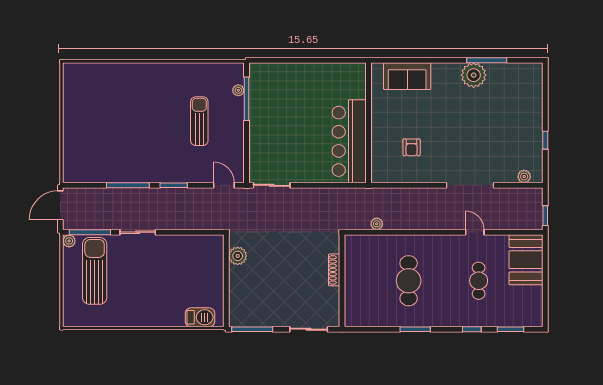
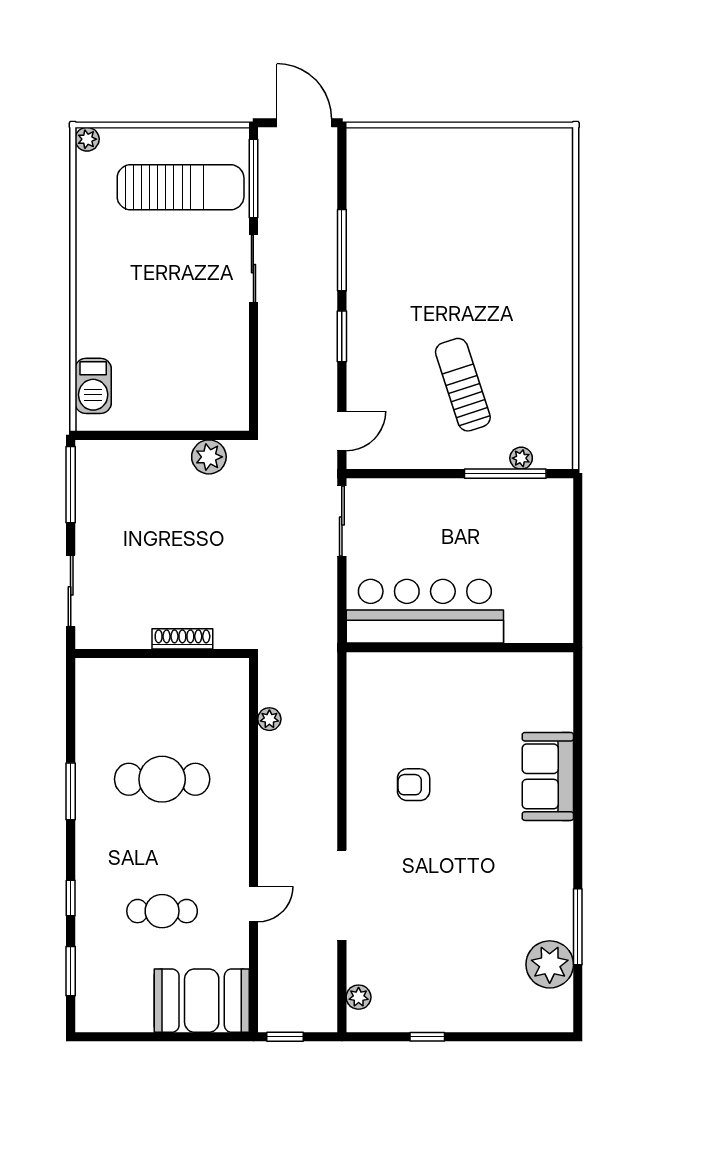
plant: (474, 75) -> (550, 964), moved
sun lounger: (199, 121) -> (463, 385), turned -108
wall: (369, 123) -> (460, 648), moved
bar counter: (349, 141) -> (425, 611), moved
plant: (69, 241) -> (87, 139), moved

